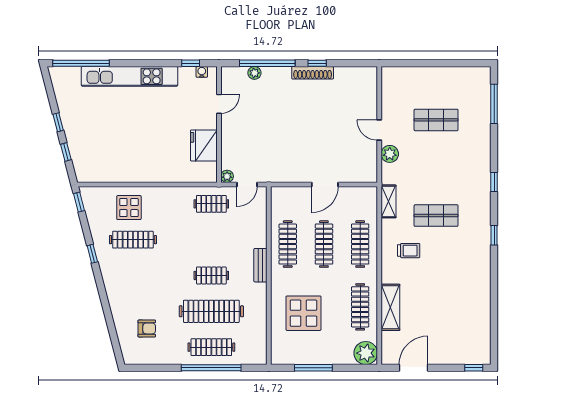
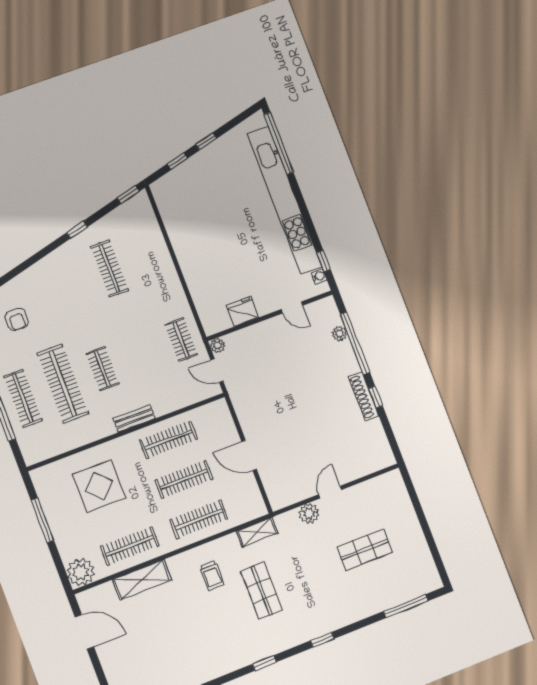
kitchen unit: (130, 76) -> (285, 200), width x1.36
shop shelf: (436, 120) -> (365, 550), turned 90
fridge: (204, 145) -> (242, 311), width x0.73, depth x0.75
display table: (129, 208) -> (143, 251), removed

